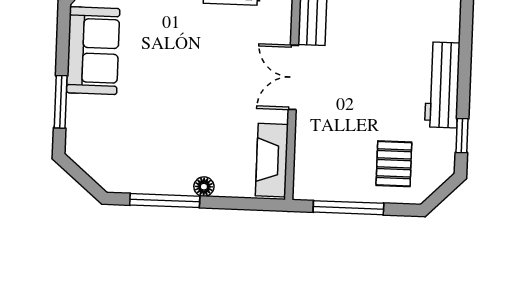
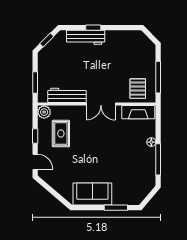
workbench: (442, 85) -> (86, 37), moved
window: (462, 136) -> (93, 28), moved
pallet: (394, 164) -> (138, 89), moved, turned 90

